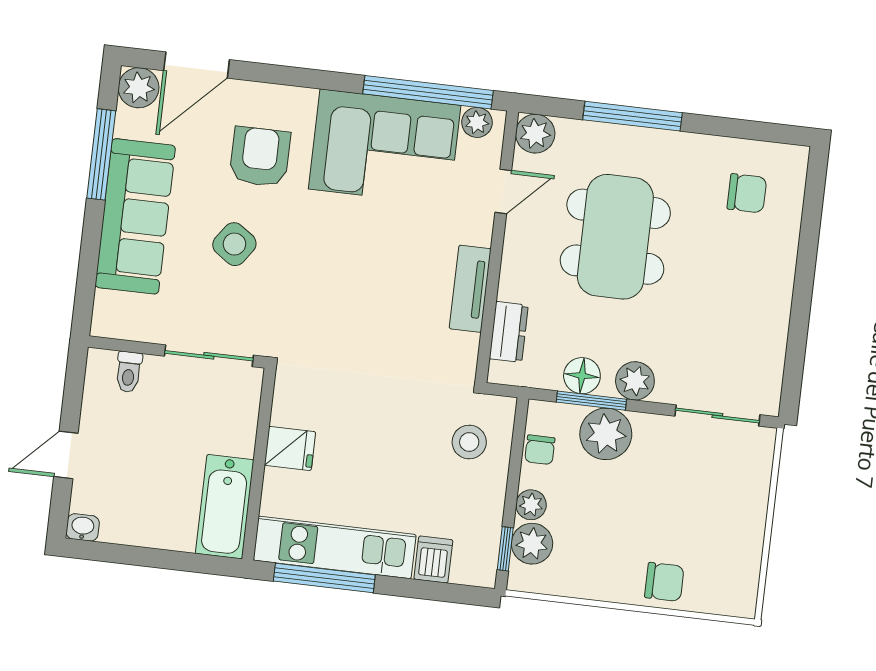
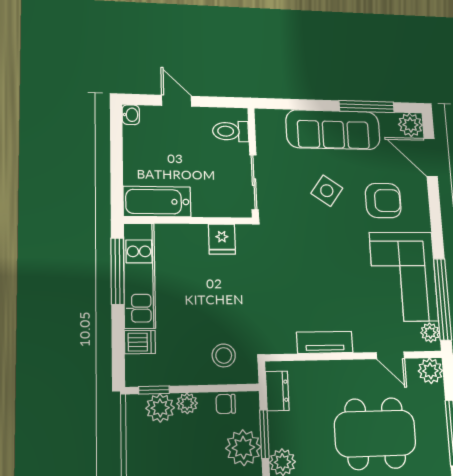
dresser: (509, 332) -> (277, 391), moved, turned -90
toilet: (129, 372) -> (231, 131), width x1.37, depth x1.39
floor lamp: (582, 376) -> (280, 425), removed
fridge: (290, 448) -> (222, 239), moved

